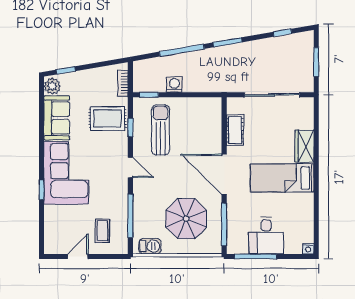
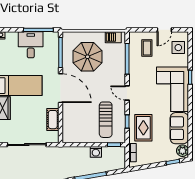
rug: (108, 118) -> (143, 128), turned 90
side table: (58, 231) -> (178, 48), added

